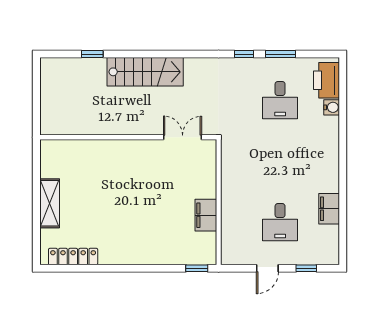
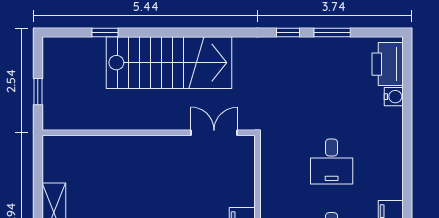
stairs: (145, 72) -> (169, 63), width x1.36, depth x1.51
desk: (280, 100) -> (332, 162), moved
window: (36, 103) -> (38, 92), added

